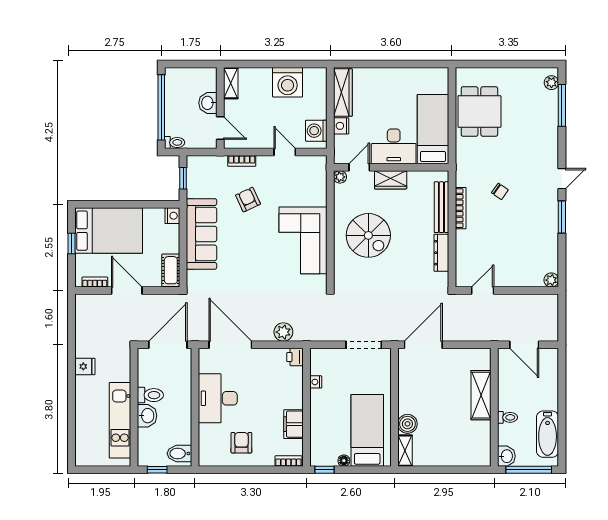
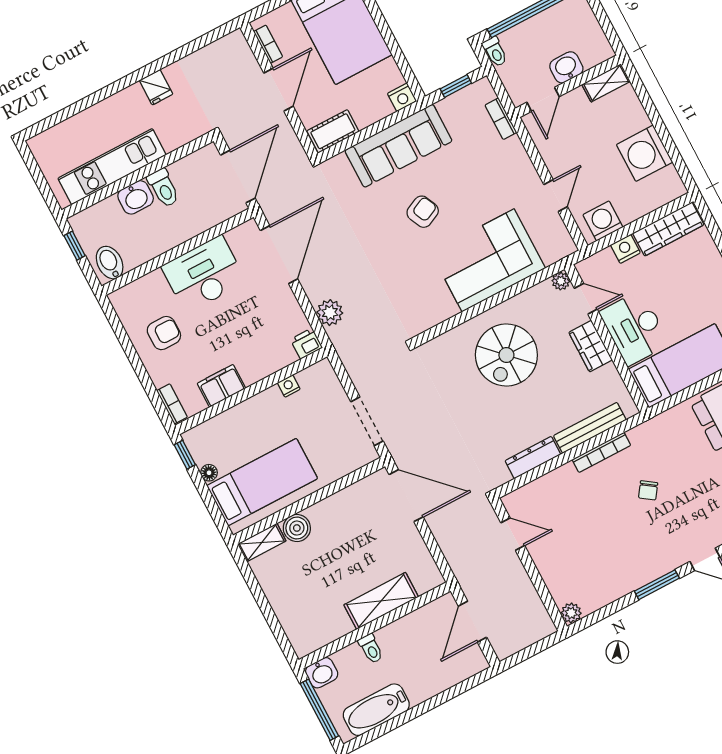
bookcase: (242, 161) -> (501, 119), moved
armchair: (248, 200) -> (423, 212), moved
corner sofa: (303, 240) -> (488, 260), moved
door: (168, 345) -> (238, 177), hinge flipped

